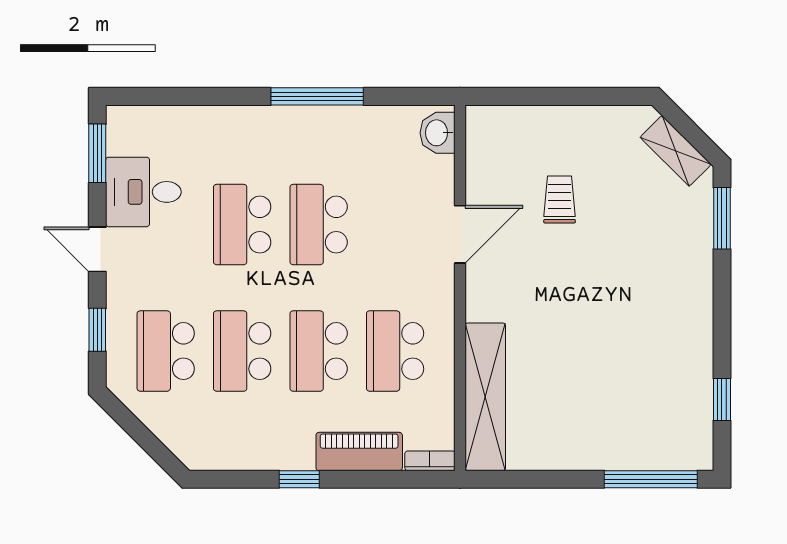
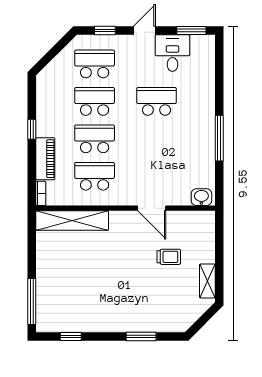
shelving: (676, 151) -> (207, 281), moved, turned -45
window: (722, 218) -> (141, 336), moved
school desk: (319, 225) -> (156, 139), removed

